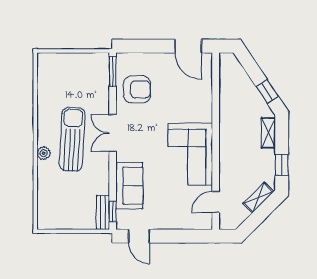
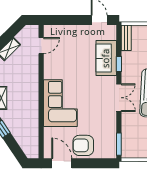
armchair: (137, 89) -> (83, 145), moved
corner sofa: (190, 154) -> (60, 103), moved
window: (113, 211) -> (119, 64), moved

